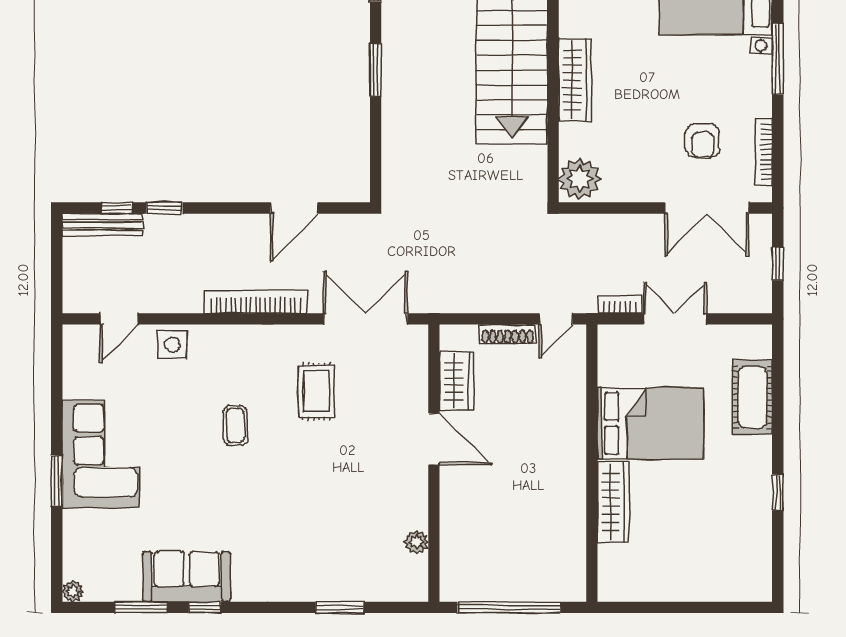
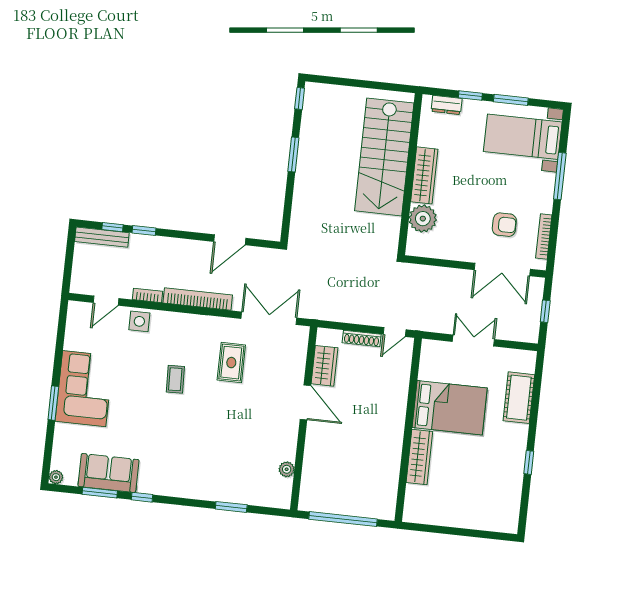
armchair: (703, 141) -> (504, 225), turned -90
plant: (580, 179) -> (423, 219), moved
bookcase: (620, 305) -> (148, 295), moved
sofa: (187, 577) -> (108, 473), moved

